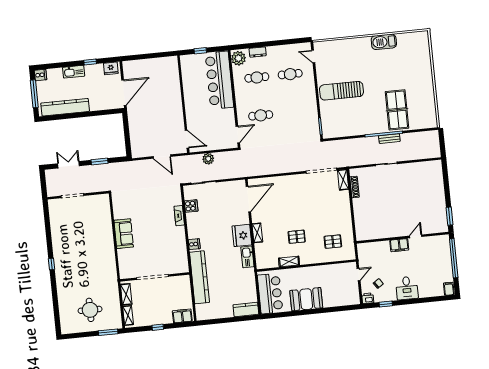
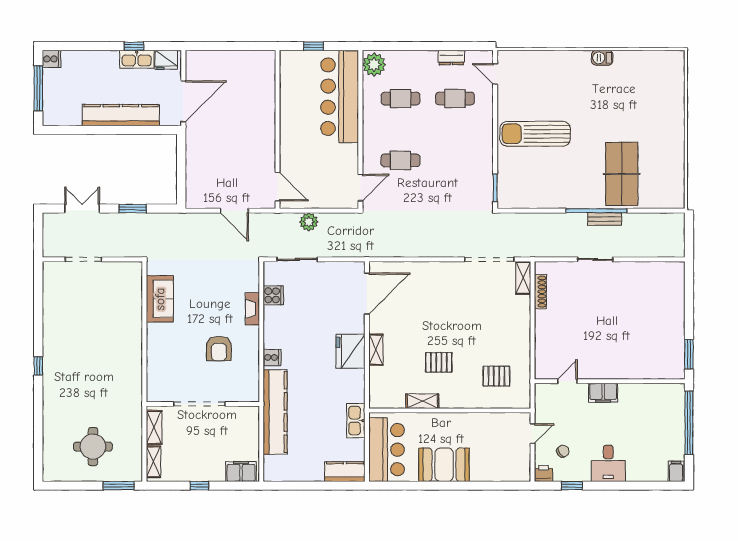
barbecue: (384, 42) -> (602, 58), width x0.53, depth x0.65
dresser: (258, 52) -> (451, 58), moved
kitchen sink: (74, 72) -> (137, 59), moved
kitchen counter: (65, 107) -> (121, 115), moved
sofa: (124, 234) -> (160, 299), moved
door: (416, 236) -> (568, 381), moved
armchair: (161, 242) -> (219, 348), added
kitchen sink: (247, 257) -> (356, 421), moved

